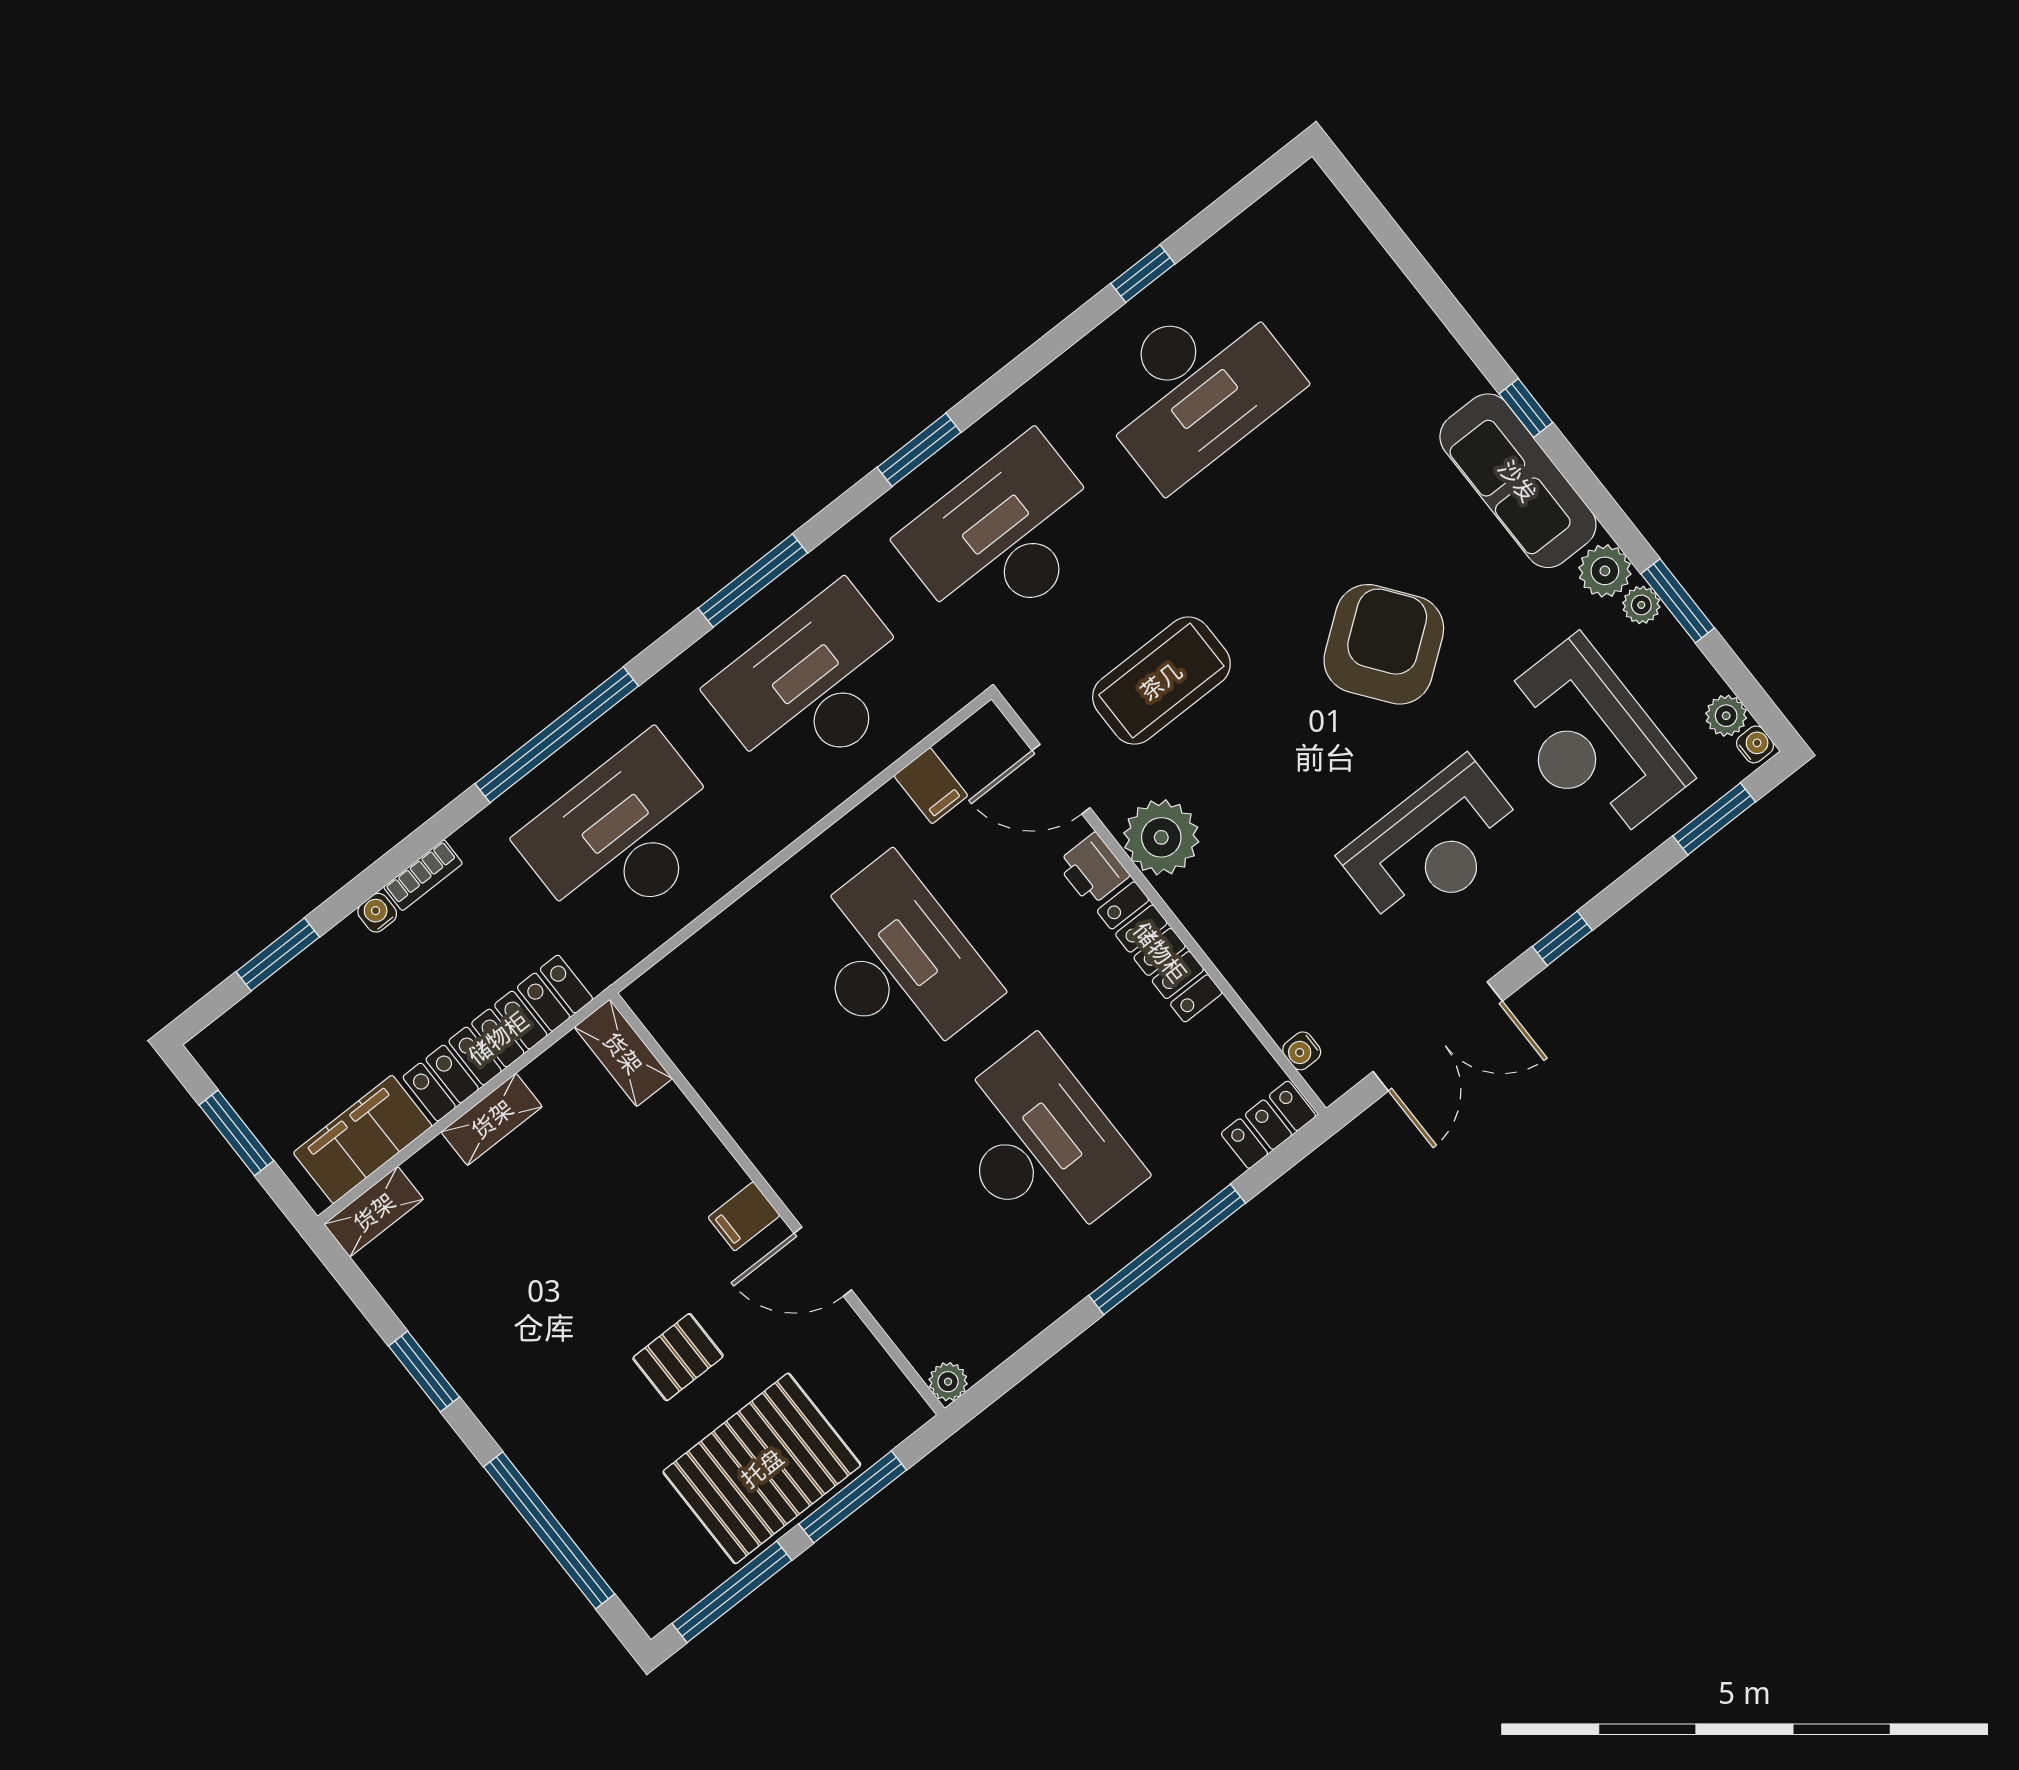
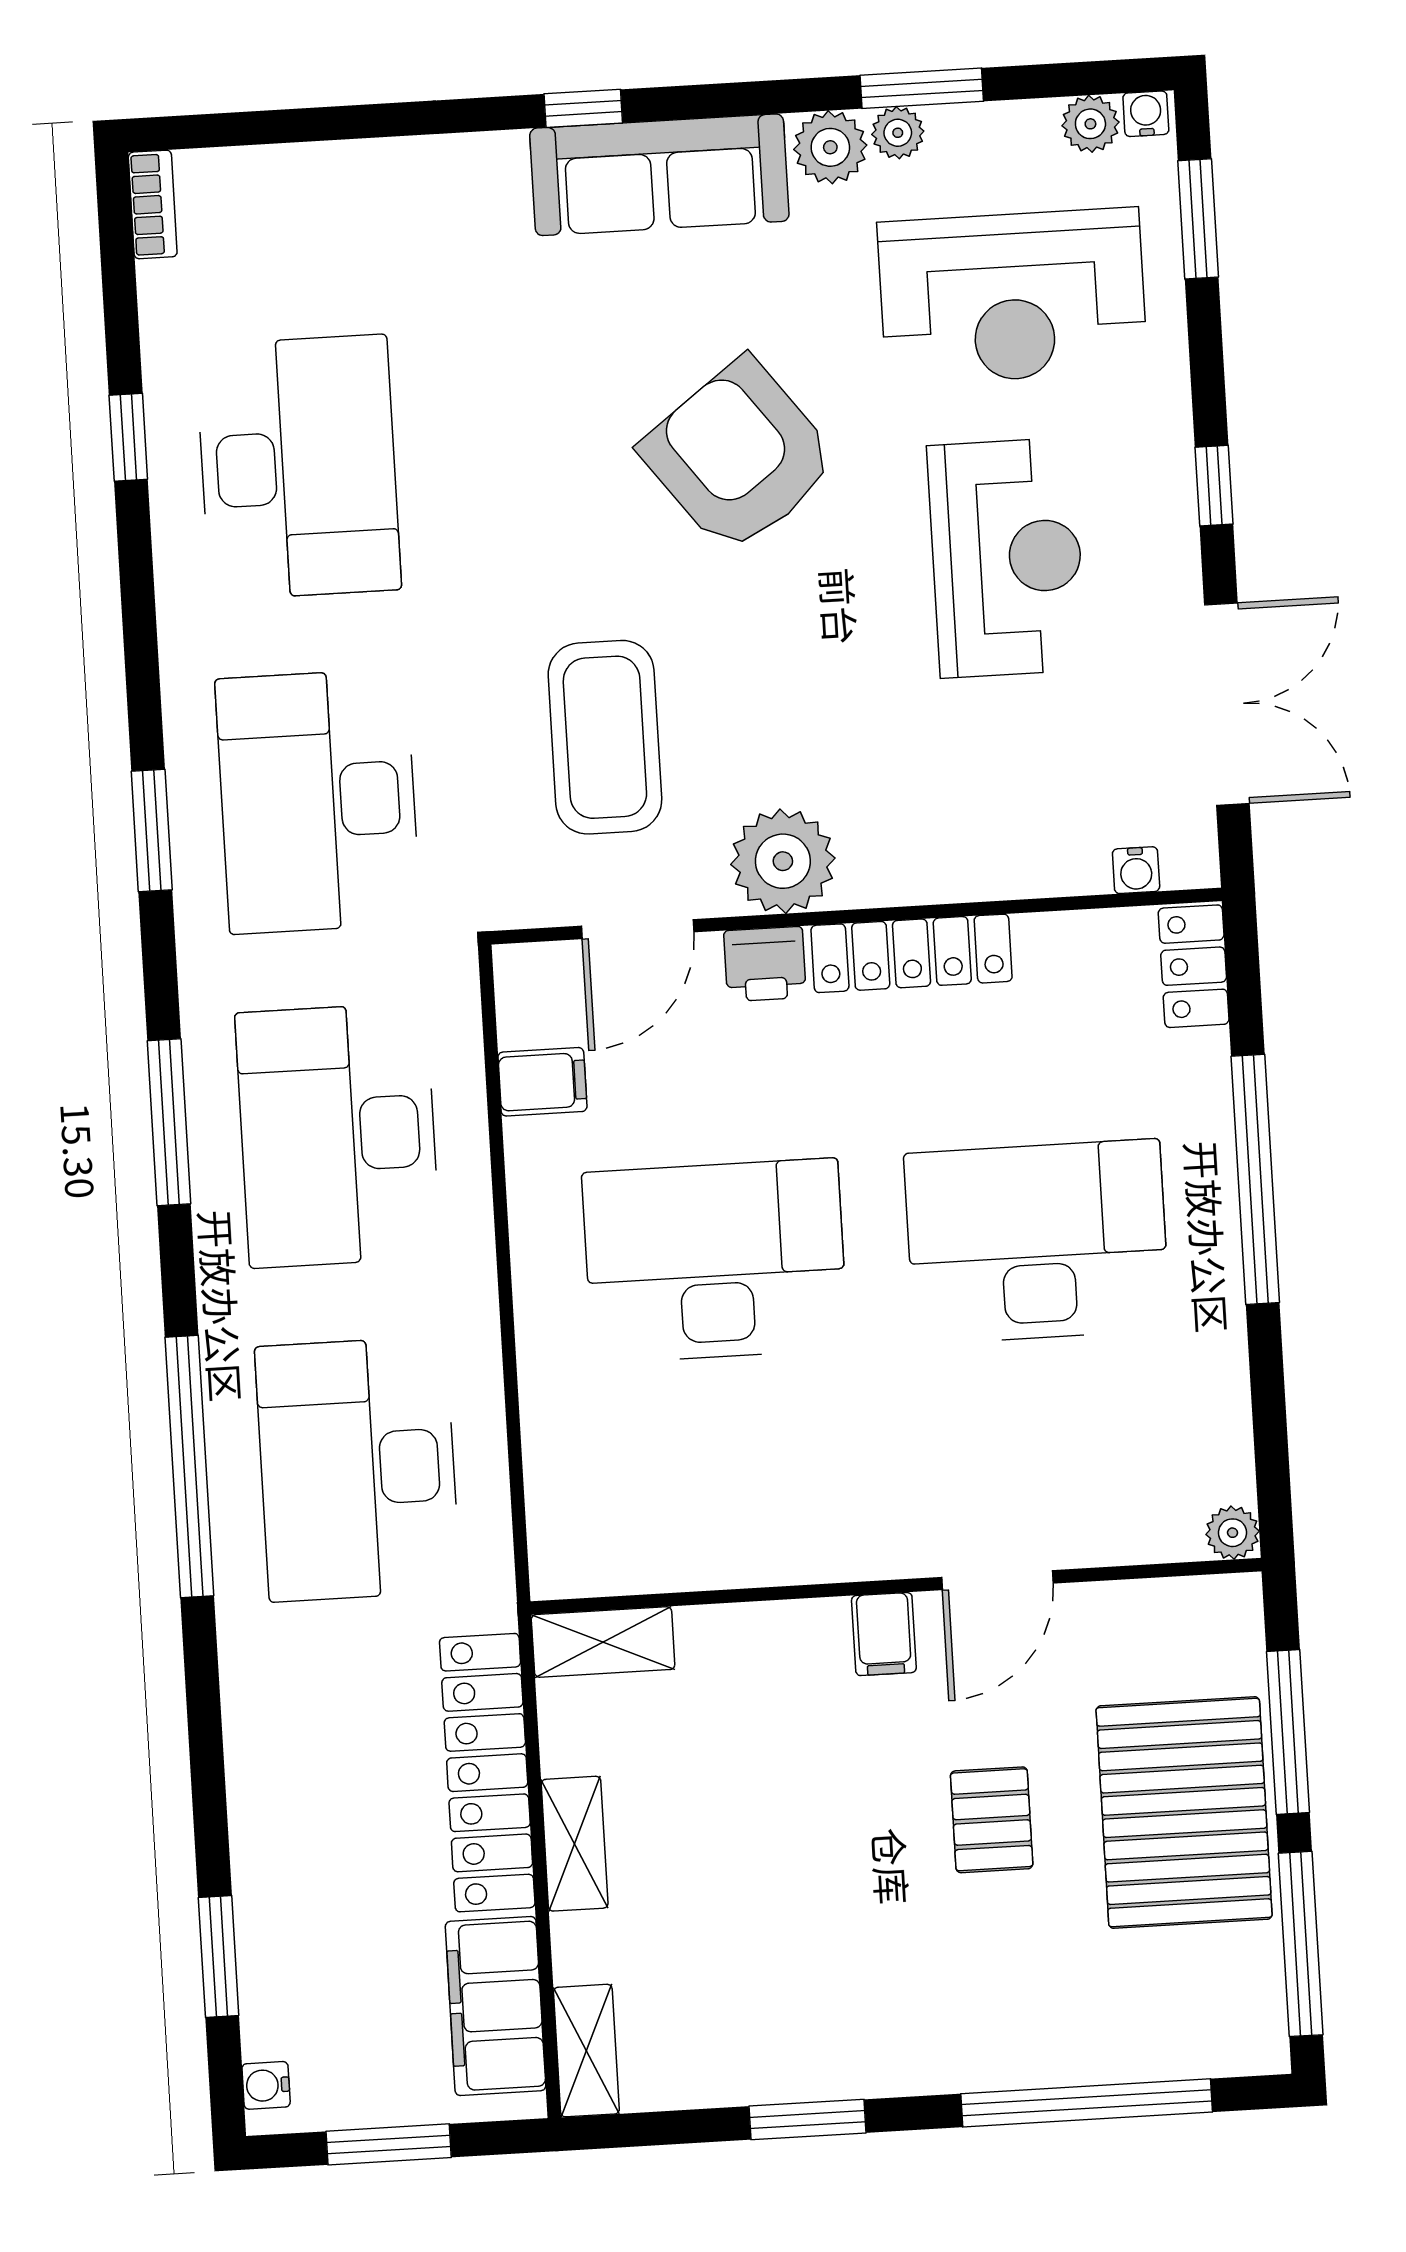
bookcase: (423, 875) -> (153, 204), moved
water cooler: (377, 913) -> (266, 2085), moved

